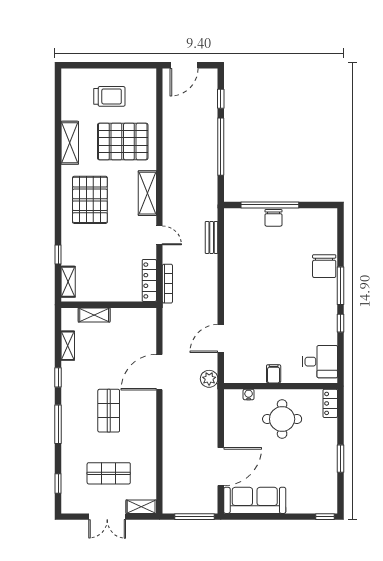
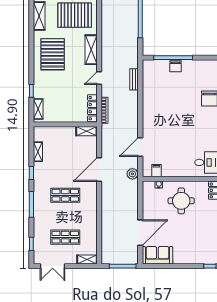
door: (159, 235) -> (99, 78), swing flipped
shelving: (94, 315) -> (86, 131), moved
filing cabinet: (274, 374) -> (156, 171), moved
shop shelf: (109, 411) -> (65, 195), turned 90
sofa: (255, 500) -> (157, 255), width x0.73
double door: (107, 517) -> (53, 266), moved

